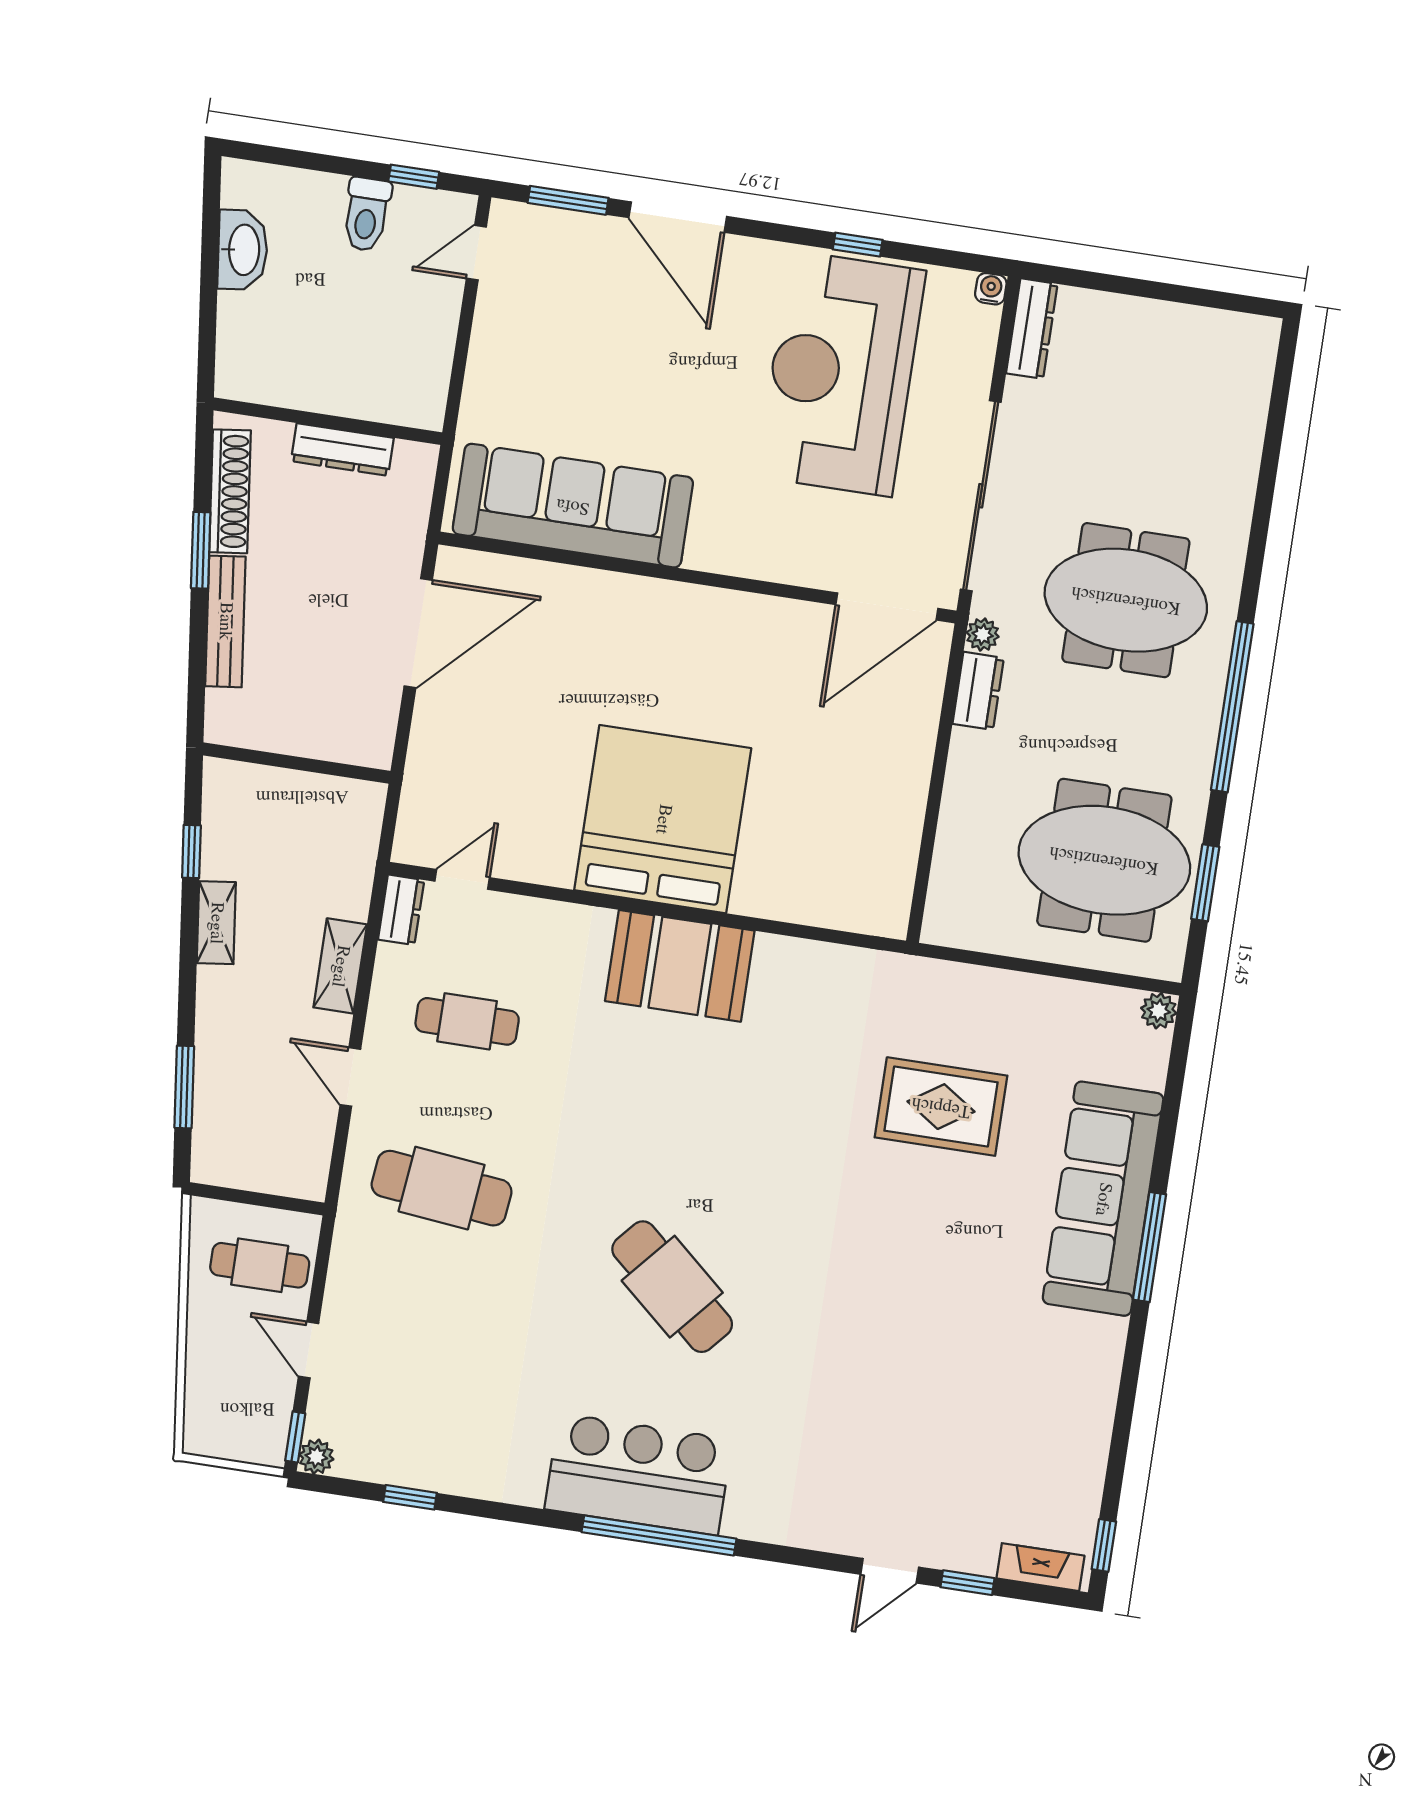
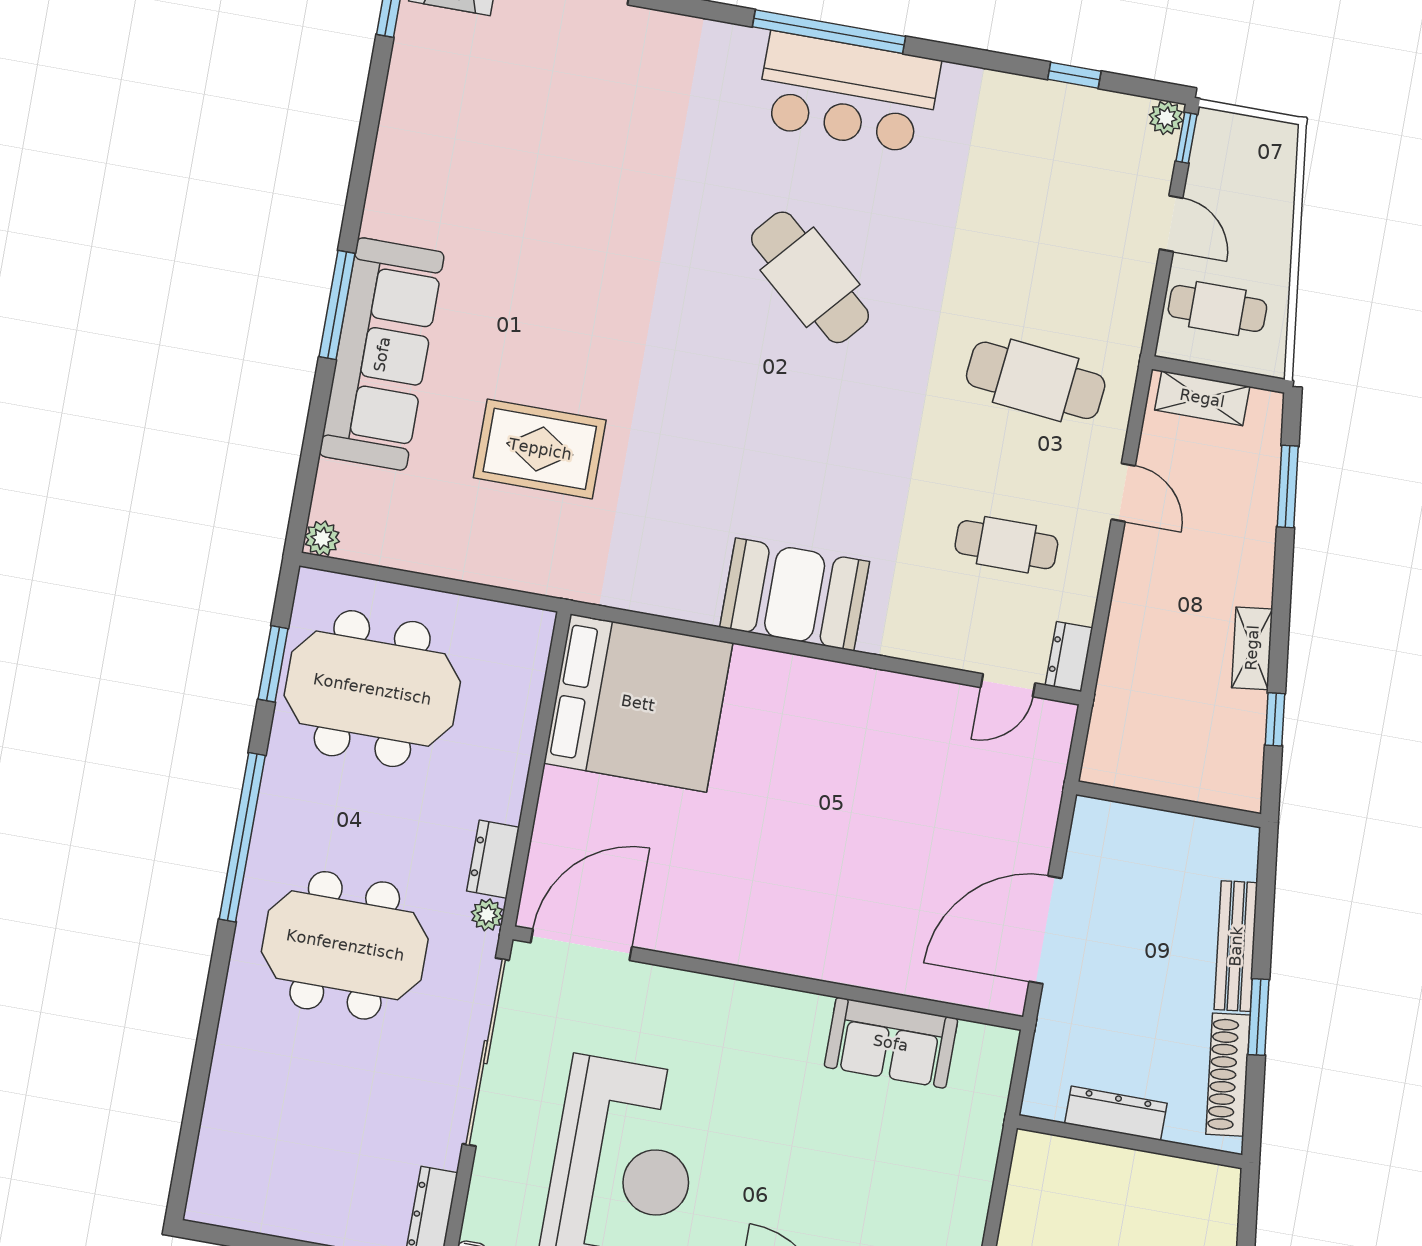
sofa: (573, 506) -> (891, 1043), width x0.54, depth x0.79
bed: (663, 819) -> (638, 703), moved, turned -90
shelving: (340, 966) -> (1202, 398), moved, turned 90

